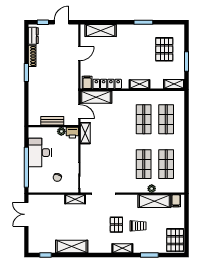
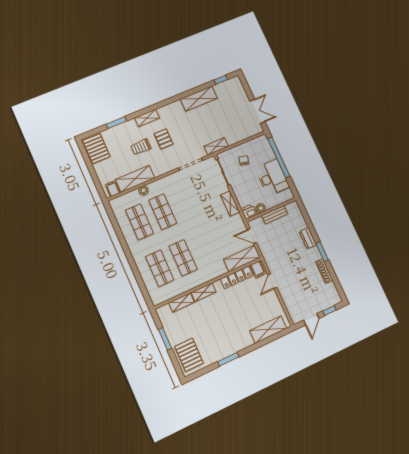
dresser: (33, 36) -> (308, 238), moved
pallet: (164, 49) -> (189, 355), moved
door: (79, 54) -> (272, 281), moved
shelving: (174, 84) -> (182, 302), moved
shelving: (85, 133) -> (230, 203), moved

